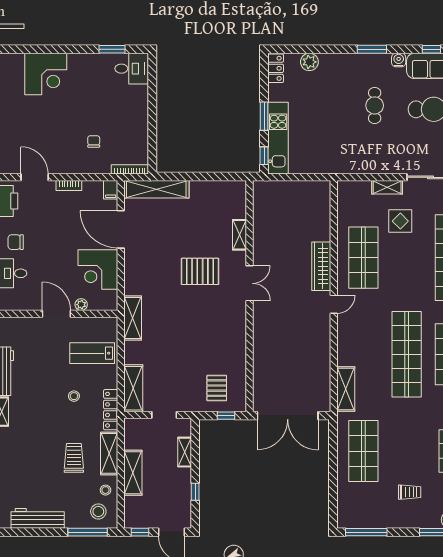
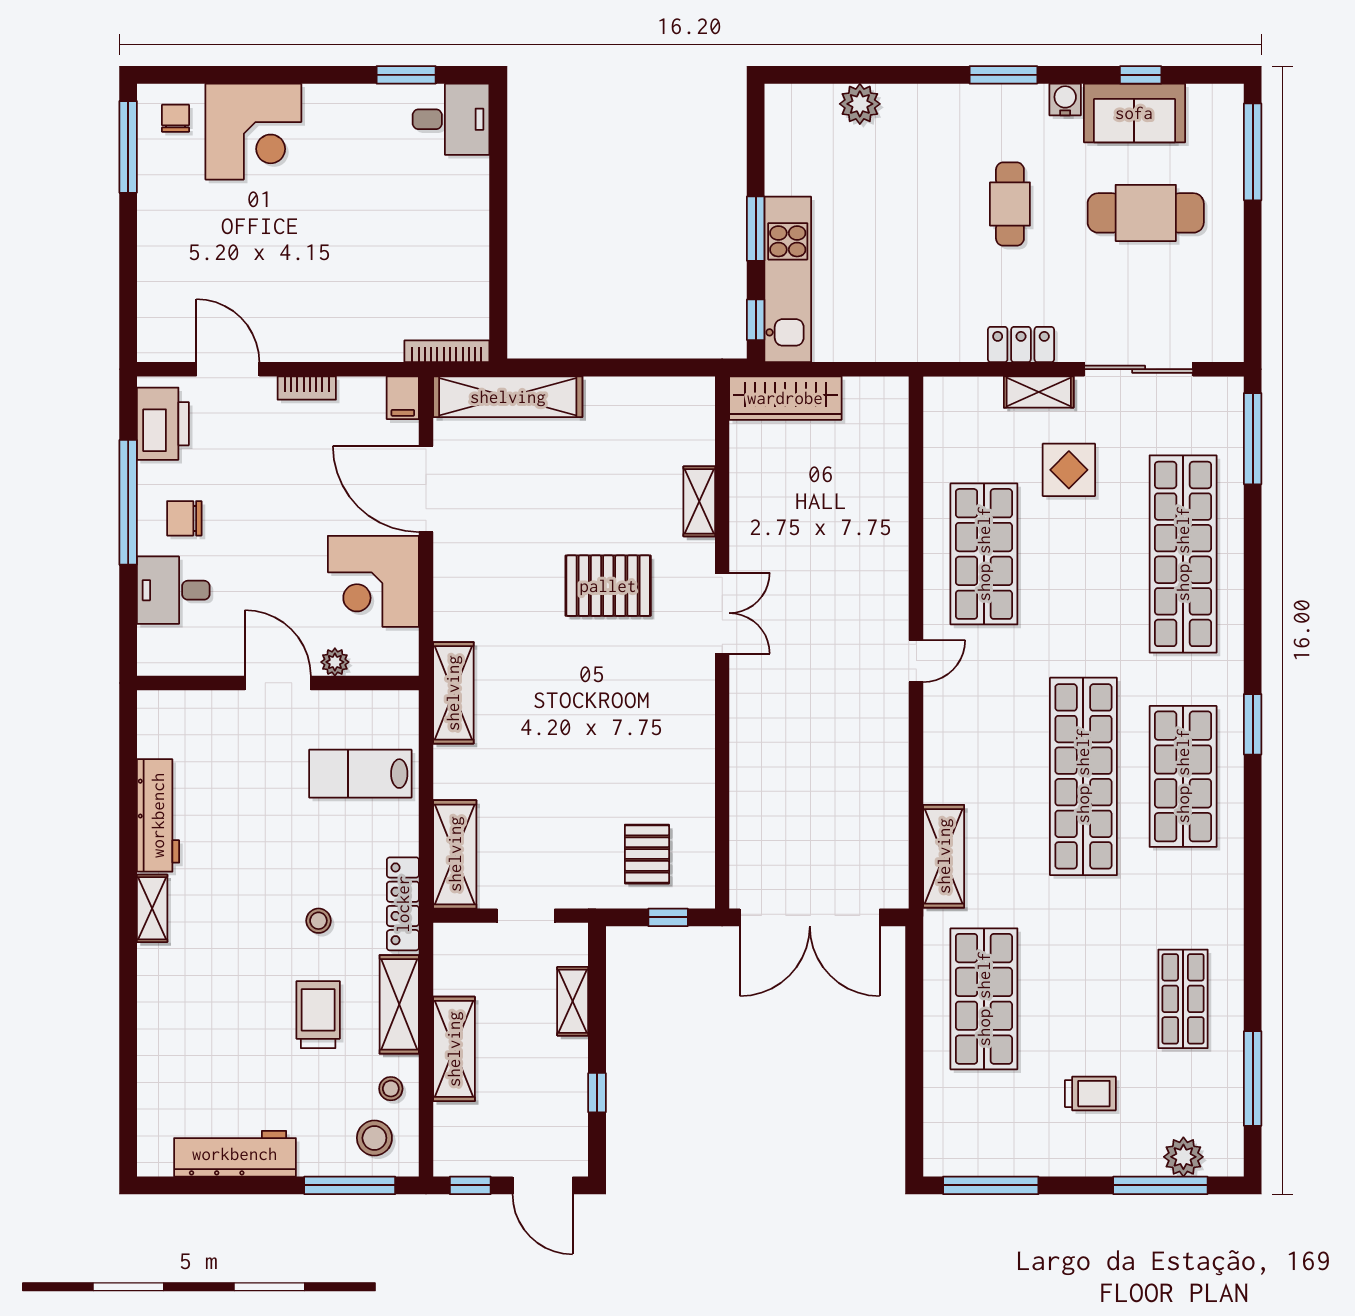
locker: (276, 68) -> (1021, 345), moved, turned -90
chair: (94, 141) -> (175, 118), moved
wardrobe: (321, 266) -> (785, 398), moved, turned -90
stool: (74, 396) -> (318, 921), moved

